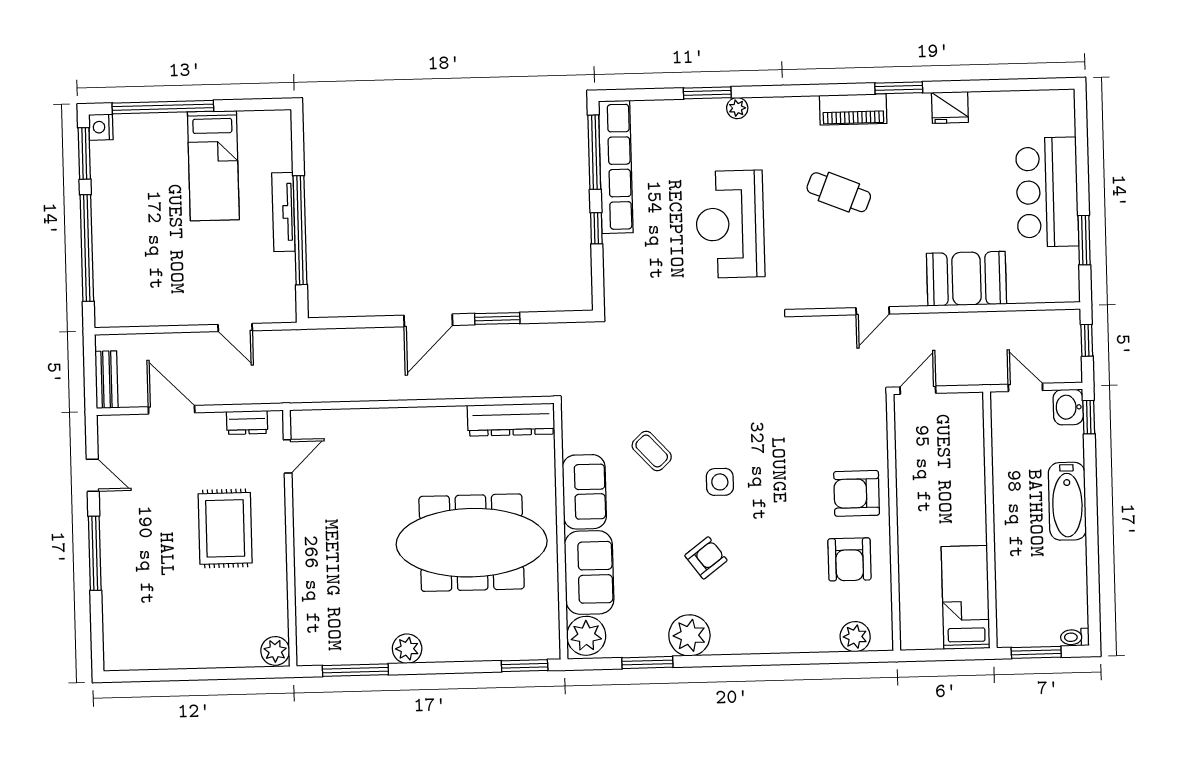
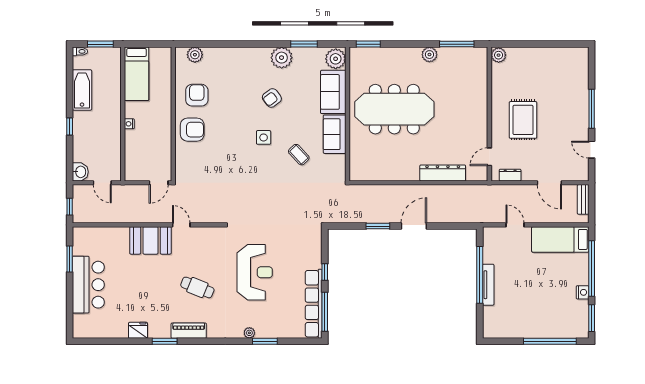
nightstand: (101, 127) -> (583, 292), moved
bed: (213, 166) -> (560, 239), moved, turned -90
booth: (967, 279) -> (150, 240), moved
door: (873, 311) -> (181, 225), hinge flipped
window: (1089, 417) -> (70, 127), moved
dresser: (511, 420) -> (443, 173), moved
nightstand: (977, 501) -> (129, 124), added
bathtub: (1067, 501) -> (82, 90), moved

